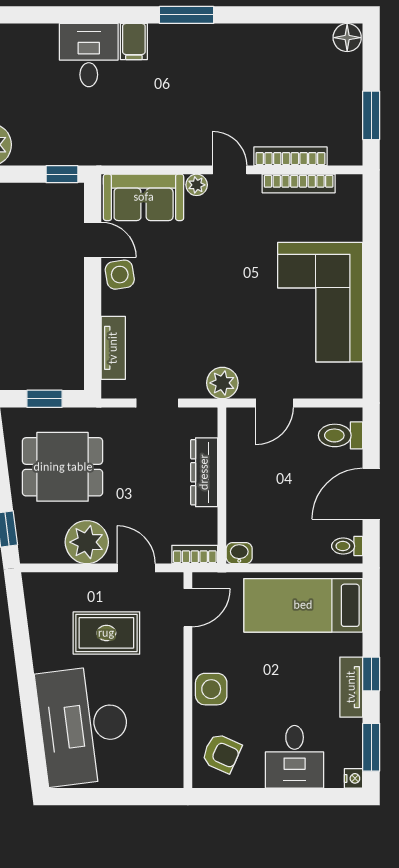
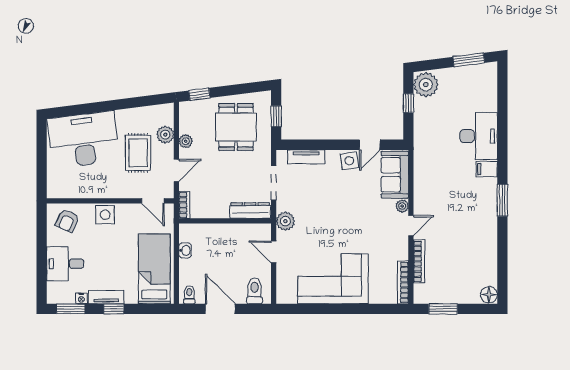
desk: (89, 55) -> (479, 136), width x1.37
window: (62, 174) -> (408, 103), moved
bookcase: (299, 183) -> (403, 282), moved
doorway: (157, 403) -> (274, 183), width x1.38
dresser: (204, 472) -> (250, 211), moved
plant: (87, 542) -> (186, 141), width x0.53, depth x0.53
washbasin: (239, 553) -> (185, 250), moved
plant: (75, 587) -> (165, 135), added
nightstand: (353, 778) -> (81, 298), moved

